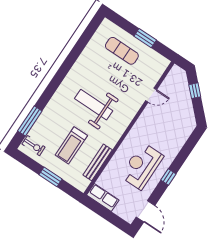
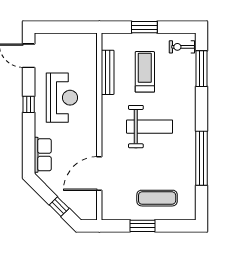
window: (72, 58) -> (202, 158), added
door: (151, 95) -> (99, 174), width x1.88
row of seats: (103, 197) -> (43, 155), moved, turned -90

